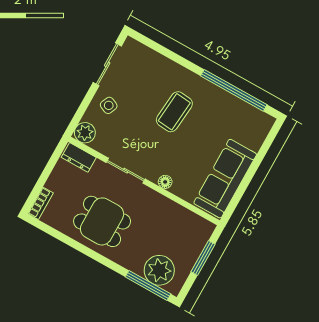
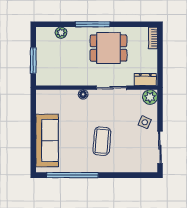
sofa: (225, 179) -> (47, 140), moved
plant: (159, 270) -> (61, 33), width x0.53, depth x0.53
window: (148, 285) -> (93, 24), moved

